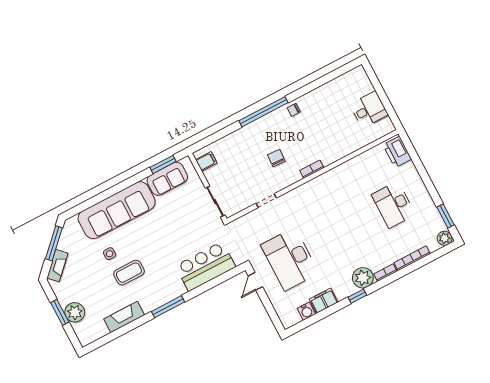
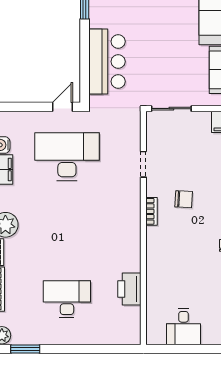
printer: (397, 152) -> (129, 289), moved, turned -90
bookcase: (312, 169) -> (152, 211), moved
door: (255, 281) -> (63, 107), hinge flipped

